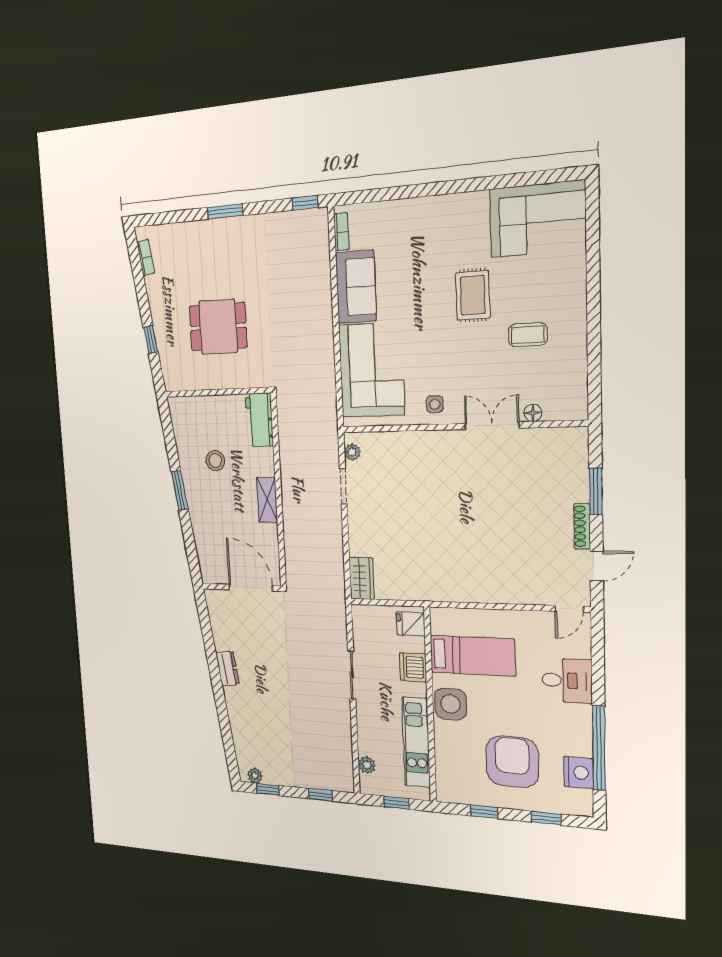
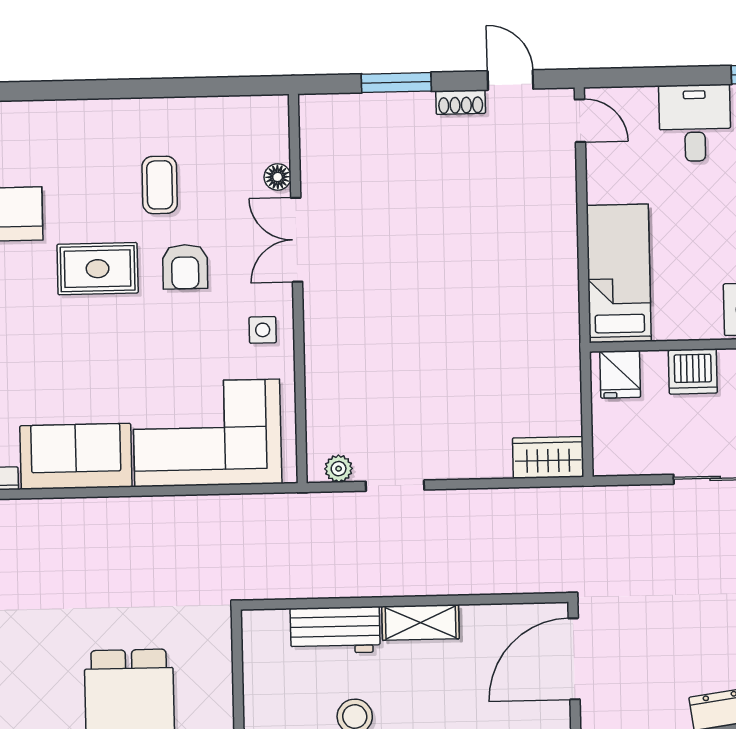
armchair: (474, 353) -> (185, 267), added
workbench: (260, 420) -> (335, 630), moved
shoe rack: (582, 526) -> (461, 102), width x0.70
bed: (472, 656) -> (619, 273), moved

